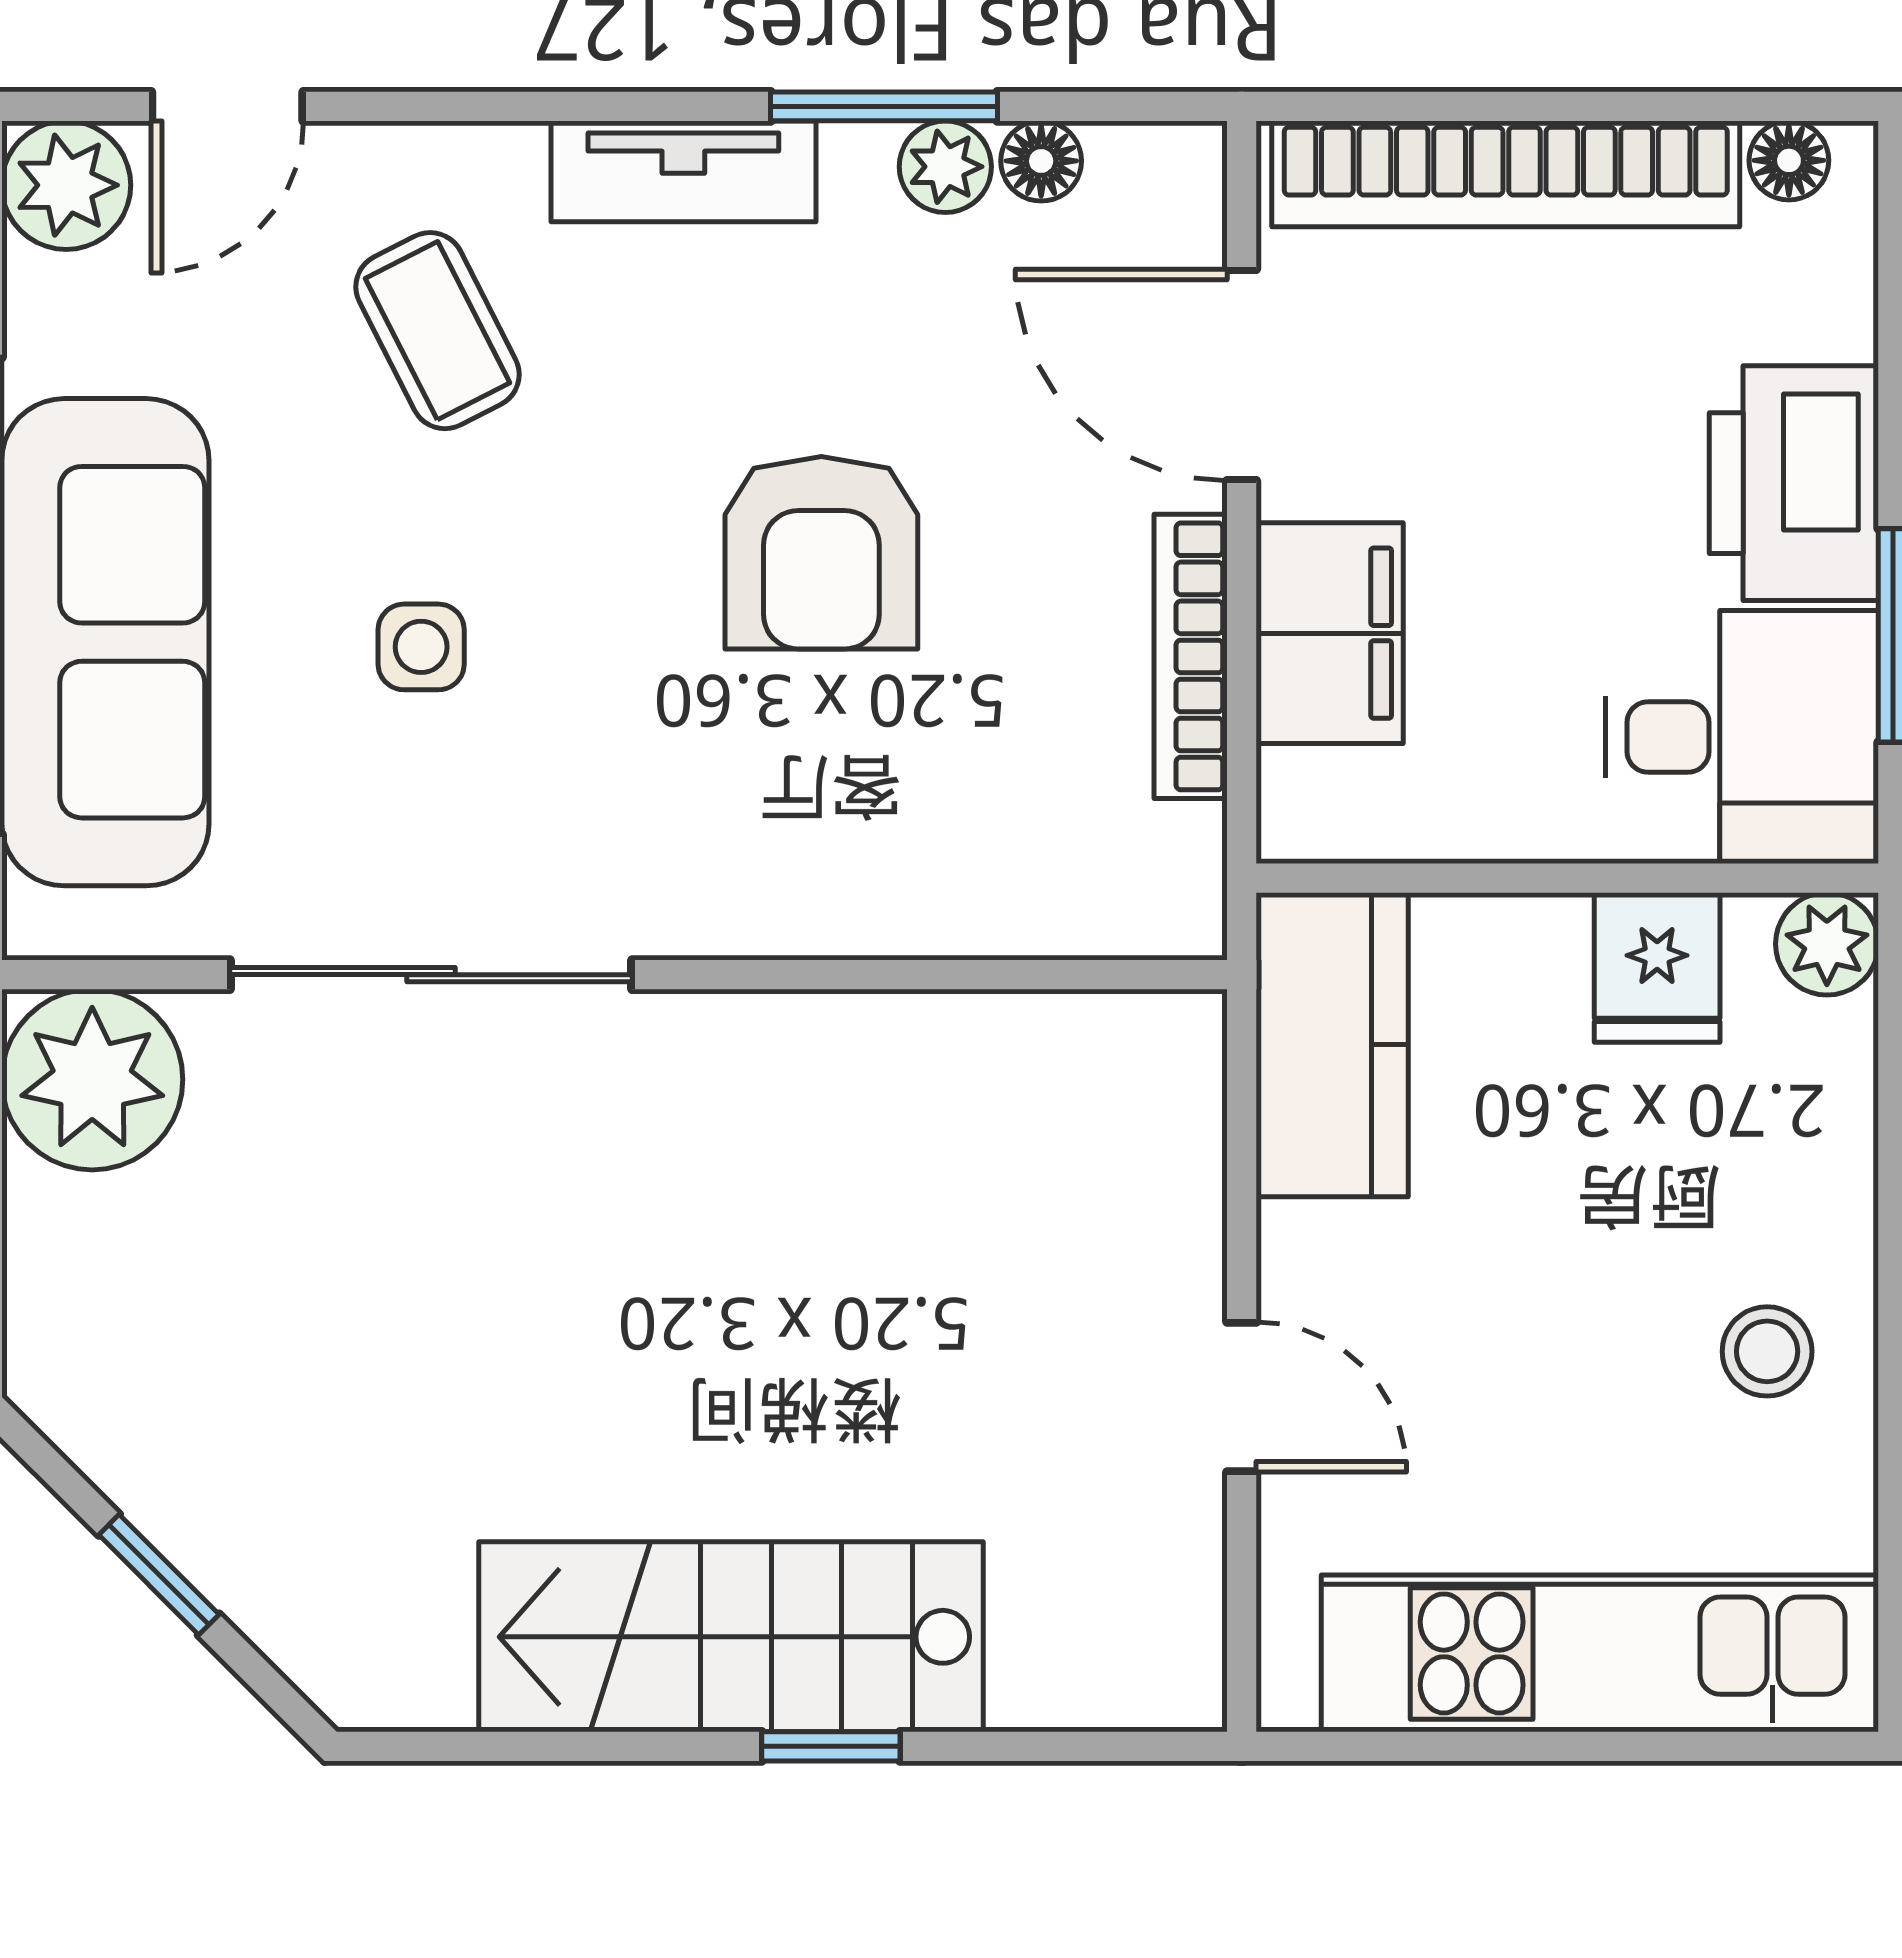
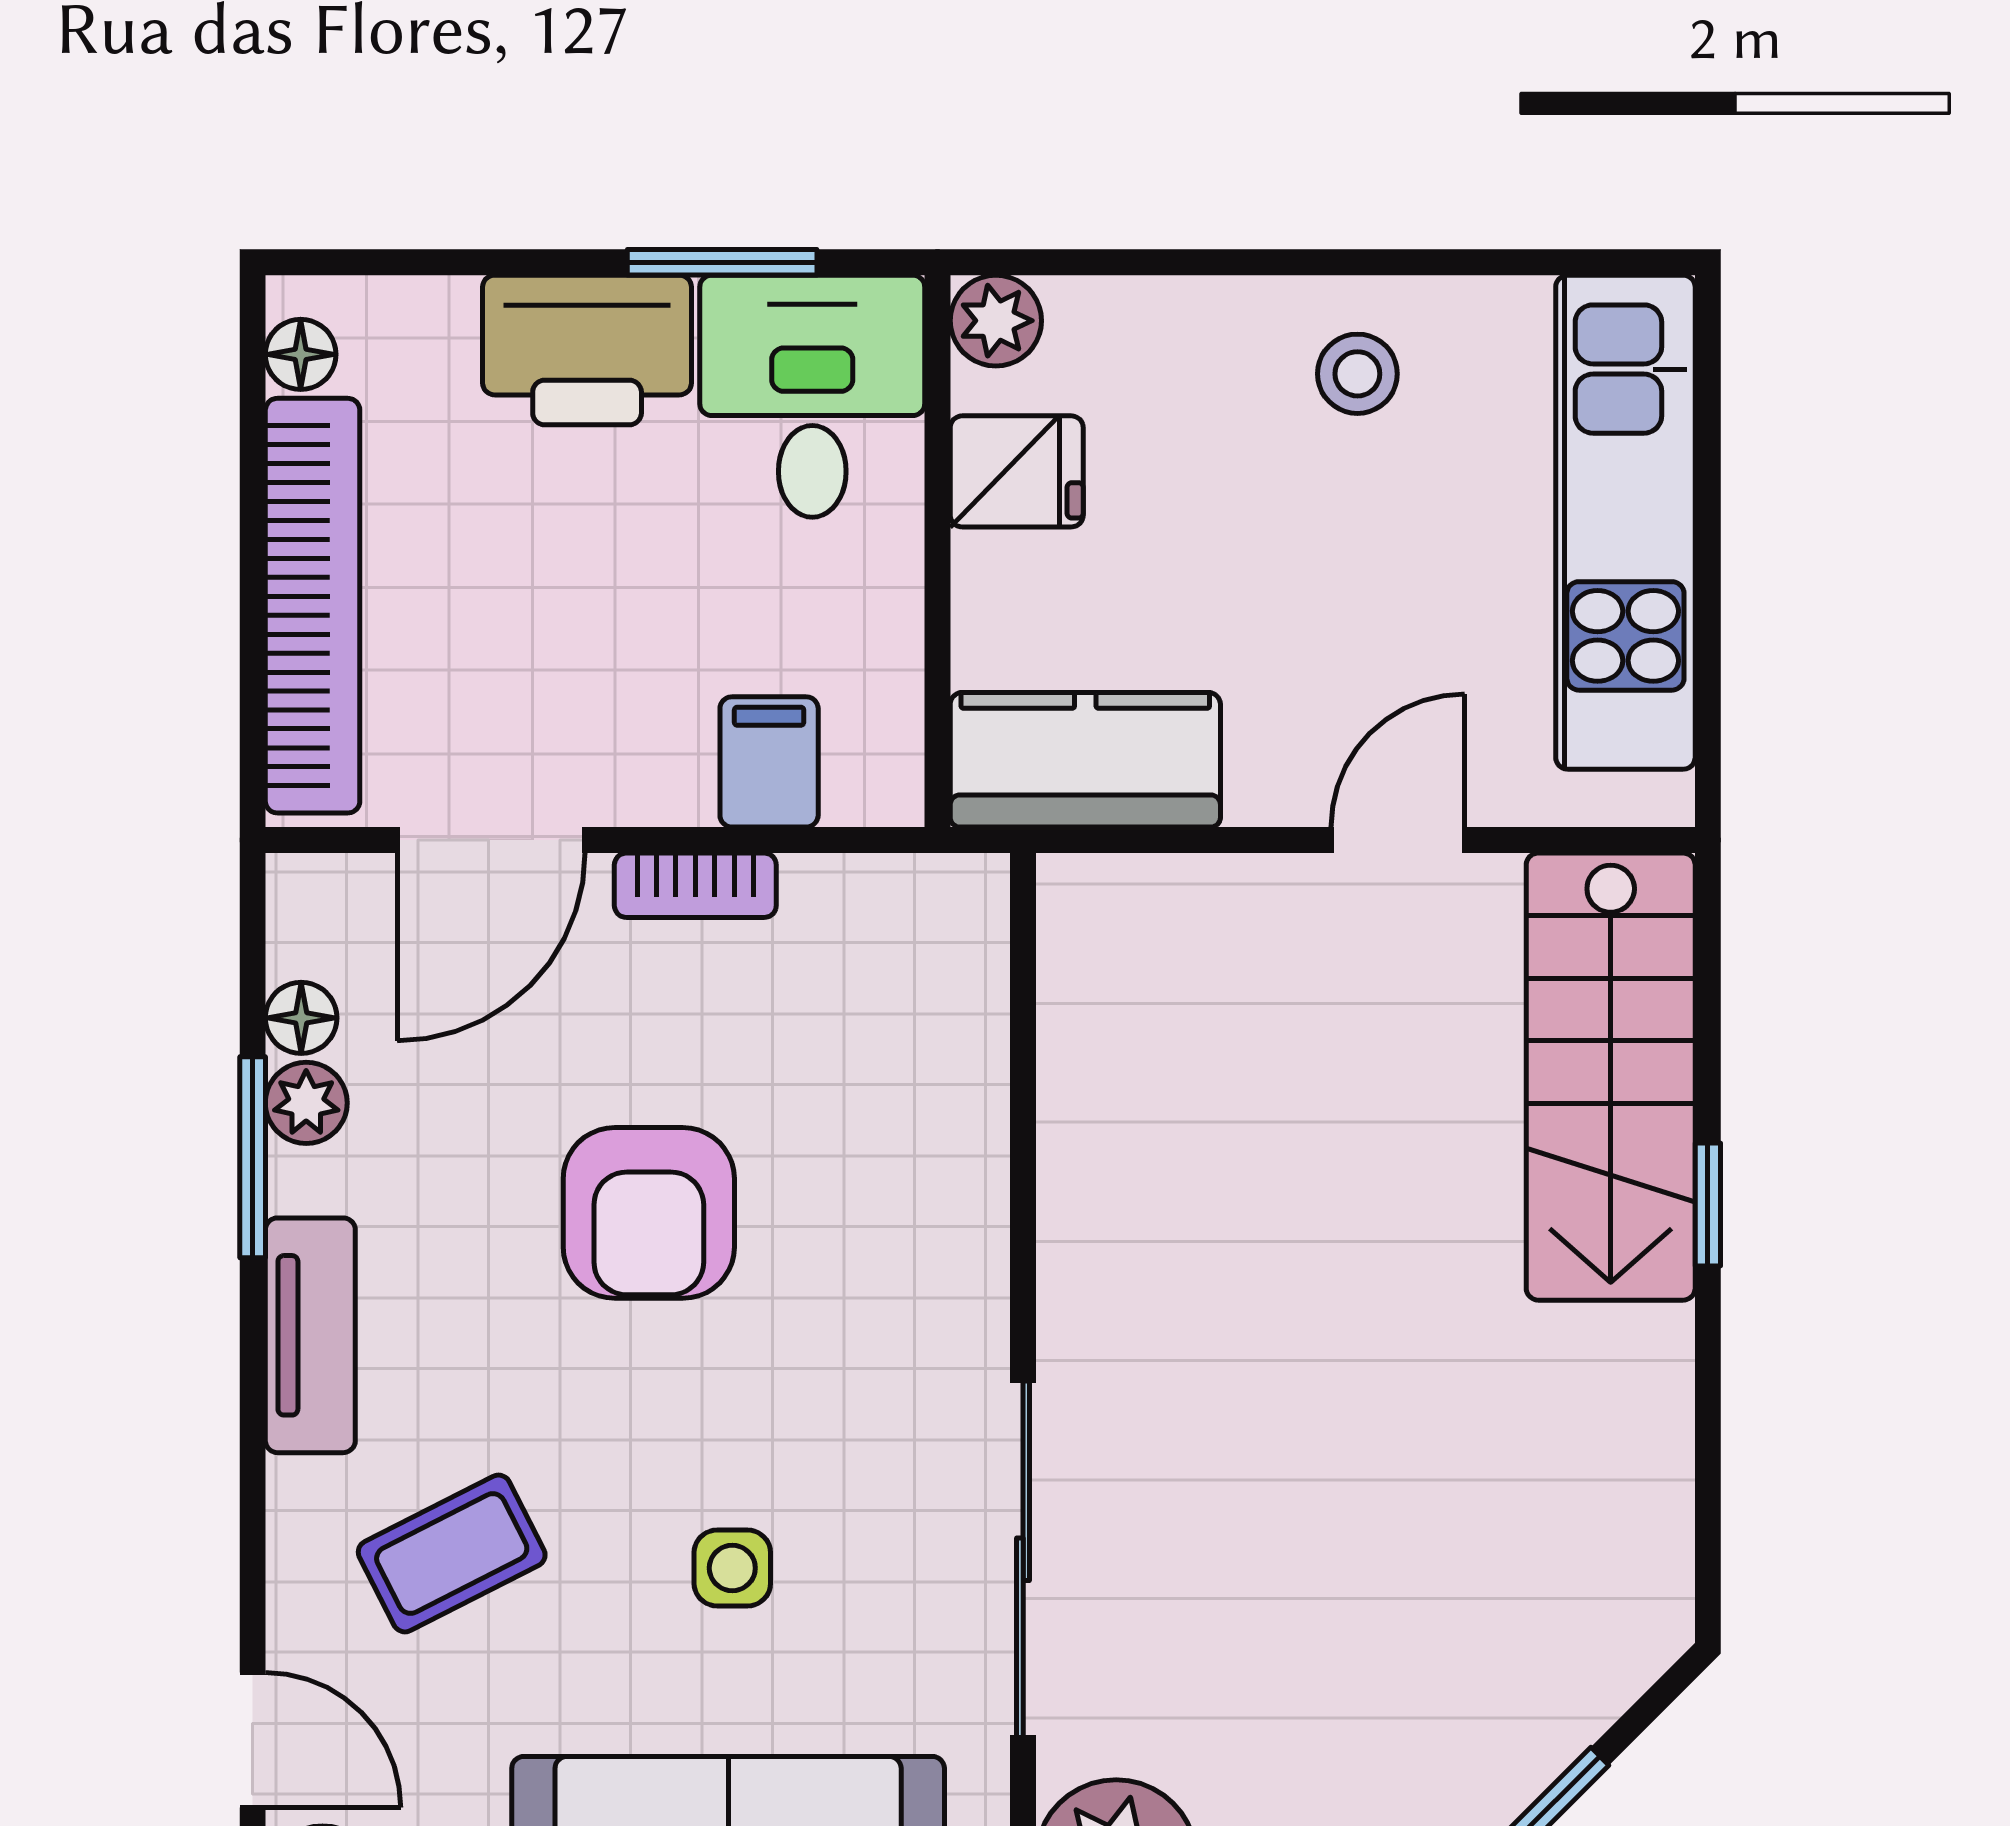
armchair: (821, 553) -> (649, 1213), turned 90
filing cabinet: (1330, 633) -> (769, 762), width x0.50
bookcase: (1191, 656) -> (695, 885), width x0.64
stairs: (731, 1637) -> (1611, 1077), moved

